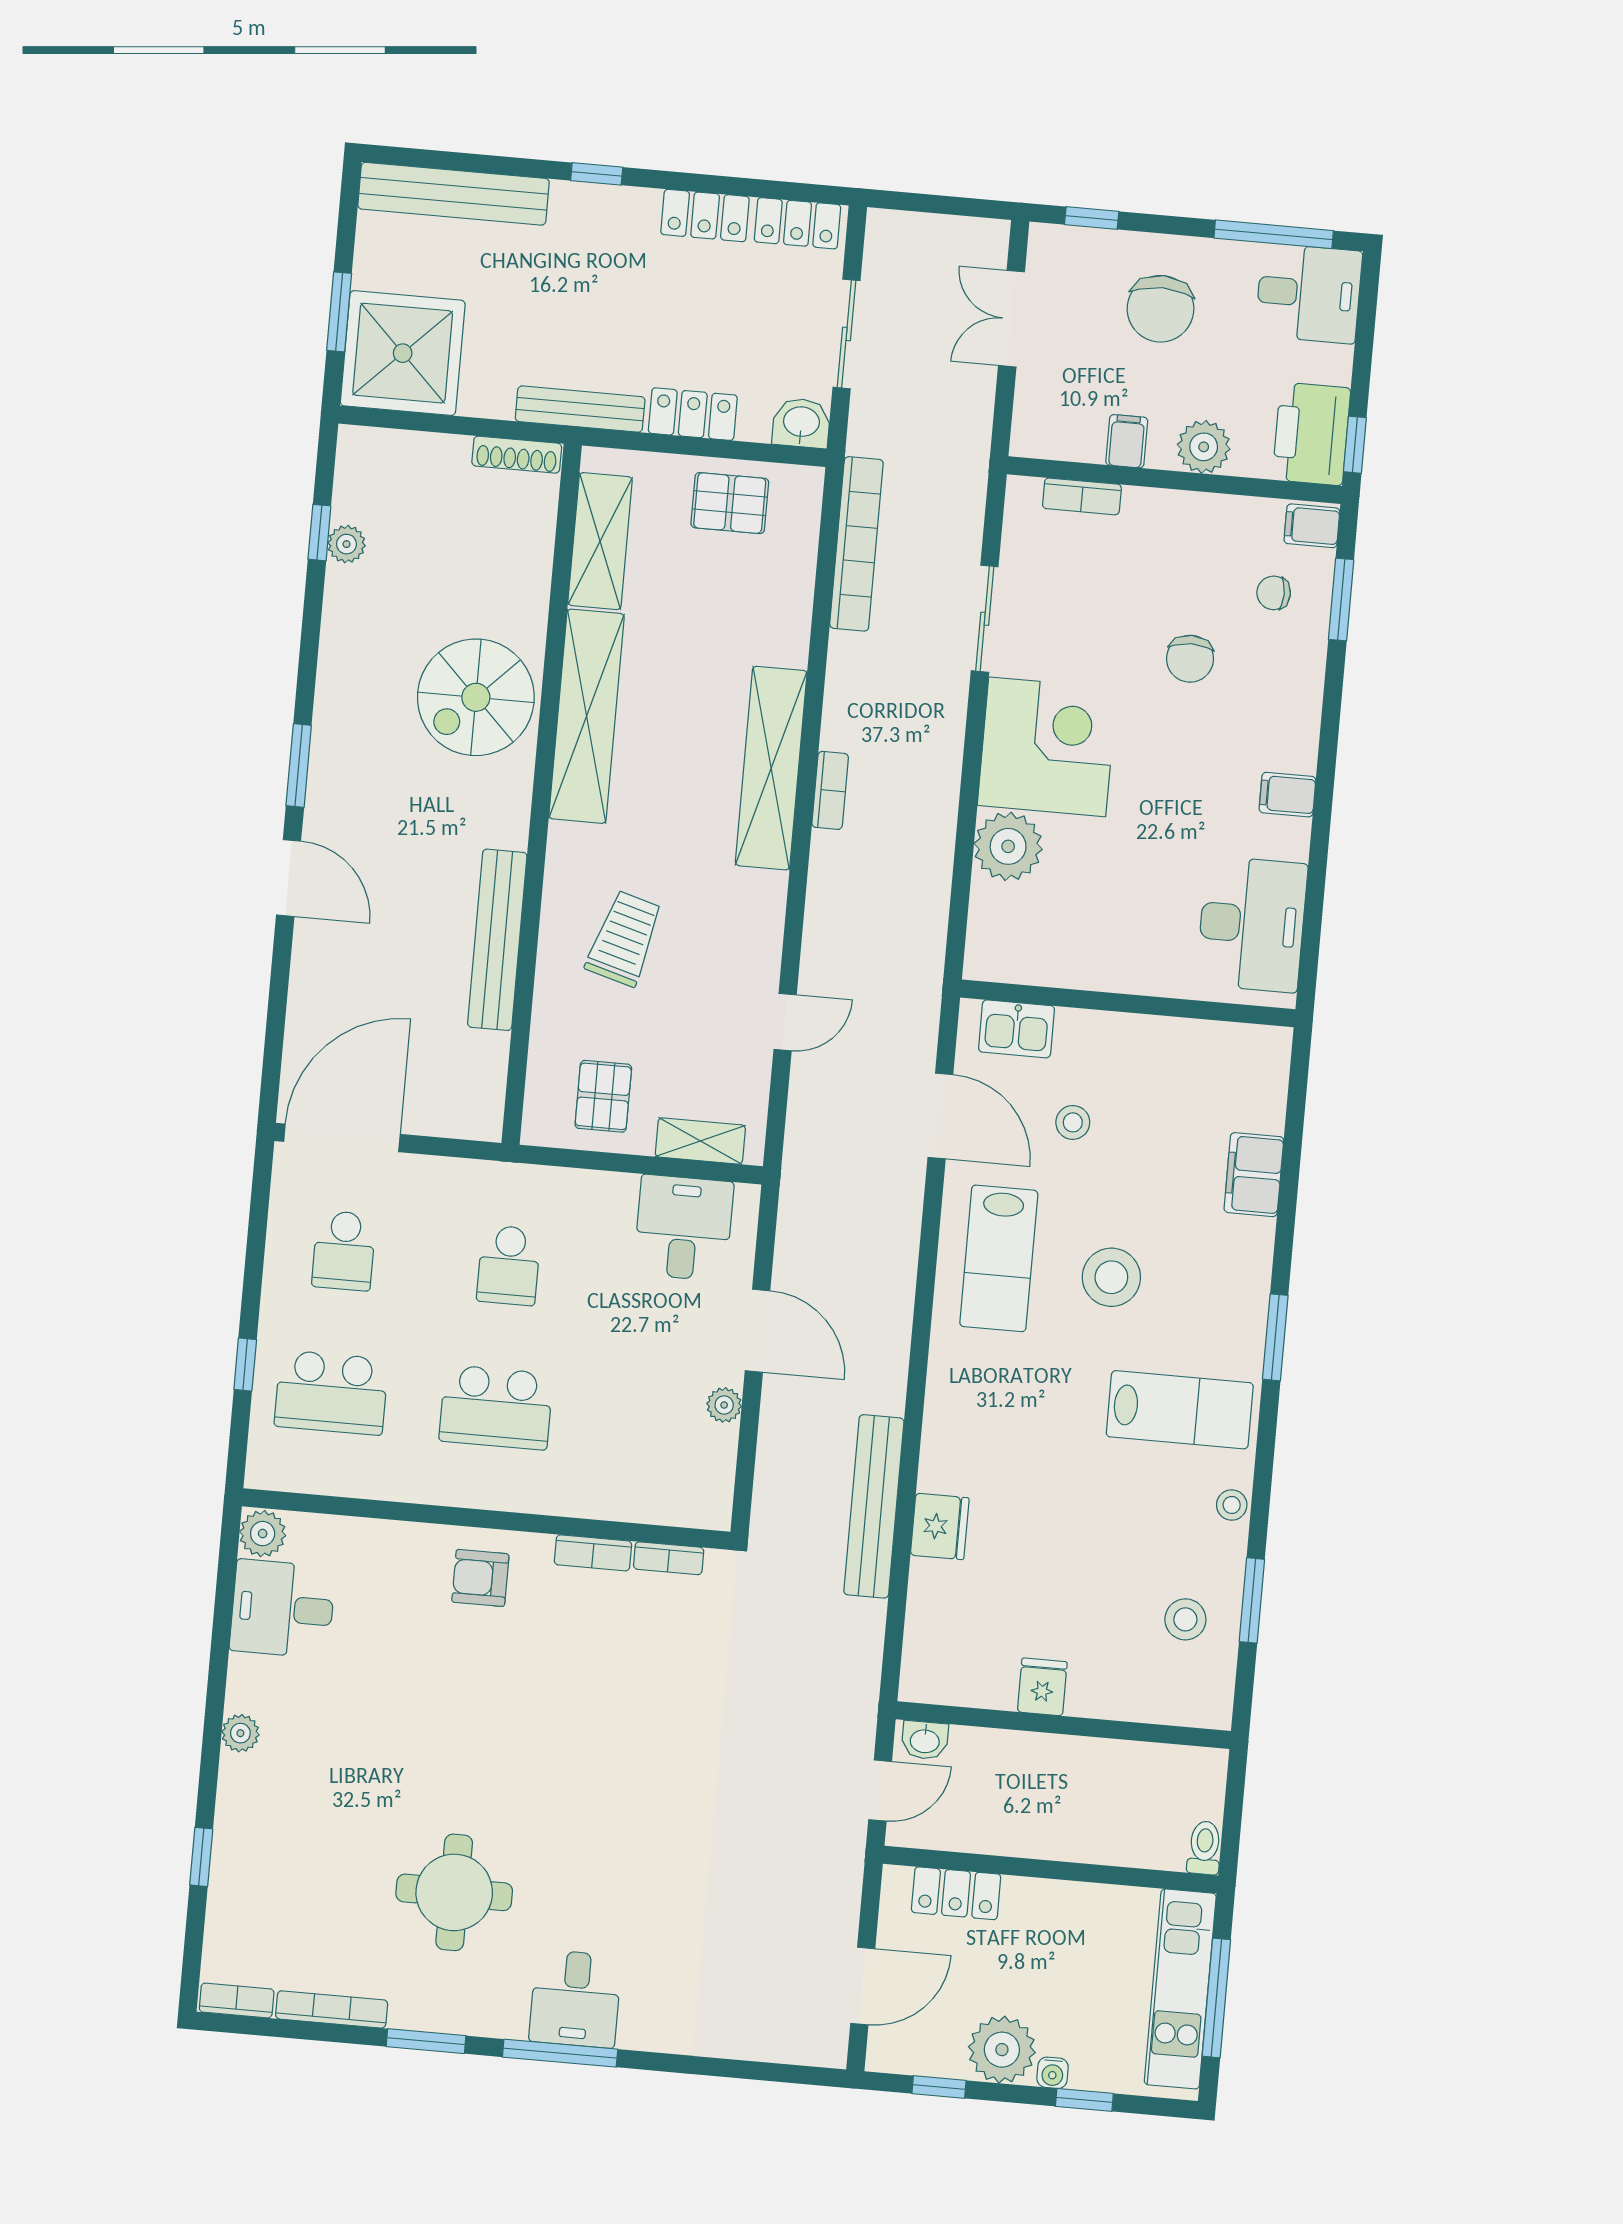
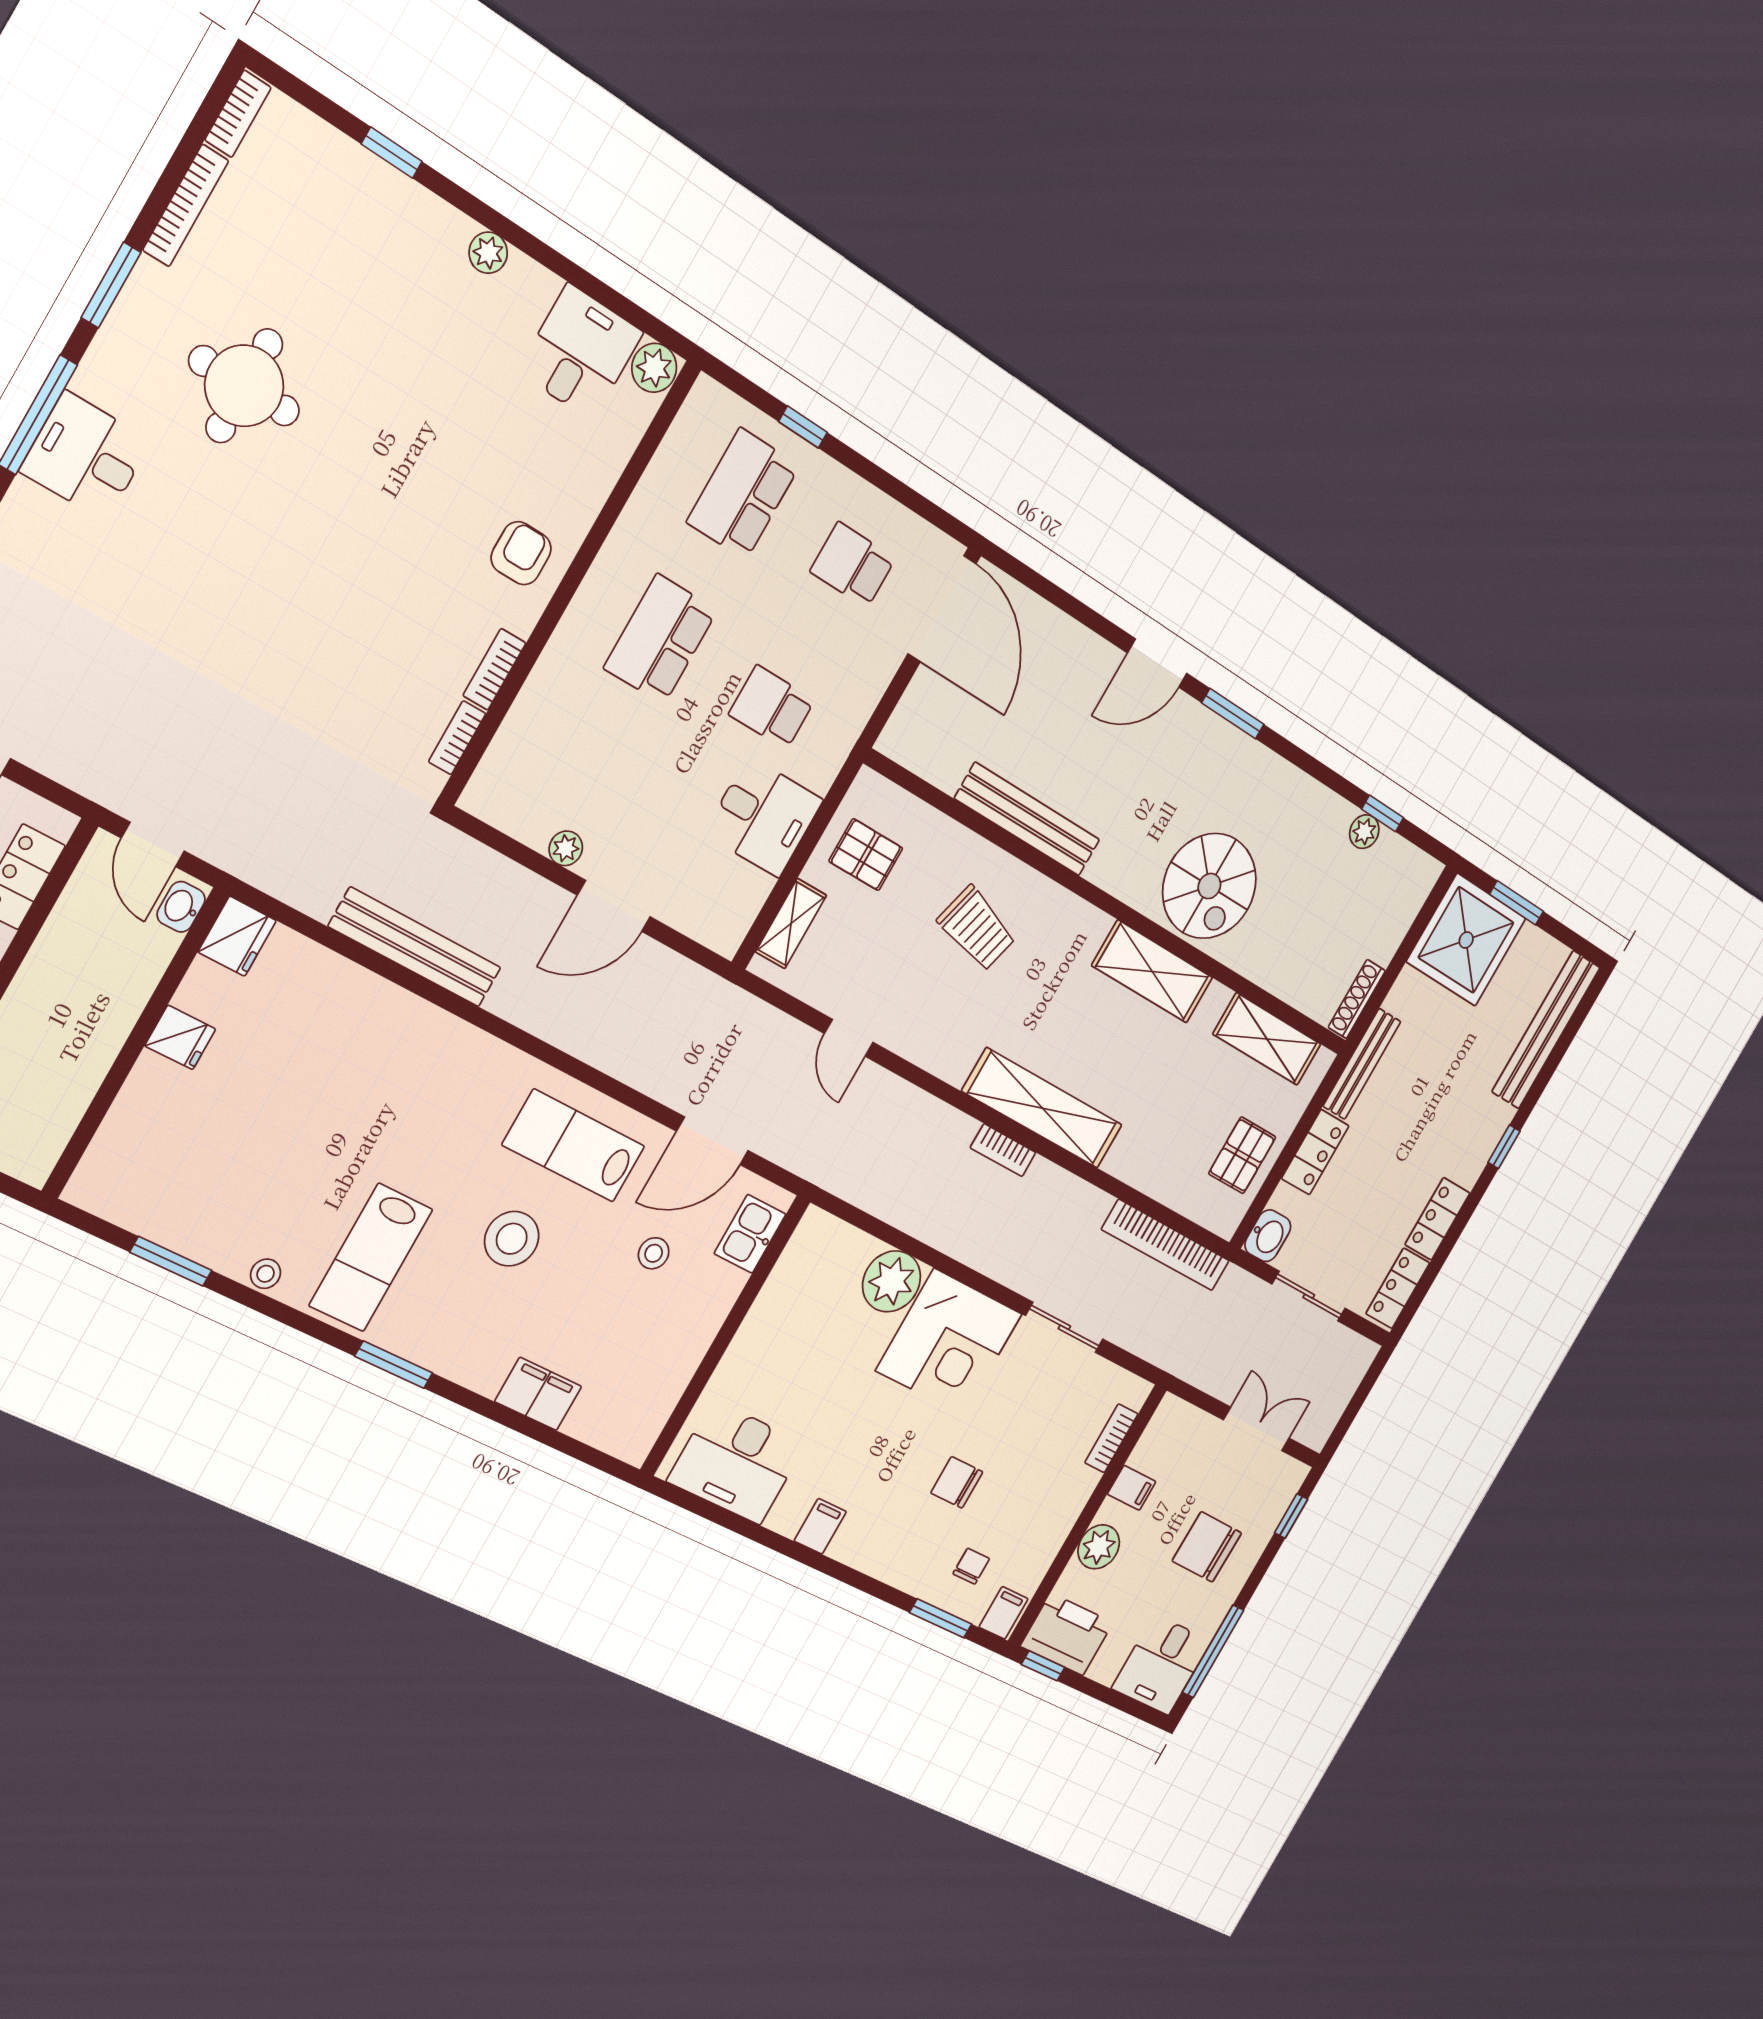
spiral stairs: (476, 697) -> (1209, 886), turned 180
shelving: (587, 716) -> (1152, 972), width x0.68
desk: (684, 1228) -> (764, 817), moved
fridge: (940, 1526) -> (237, 936), moved, turned -90
stool: (1185, 1619) -> (182, 1194), removed

